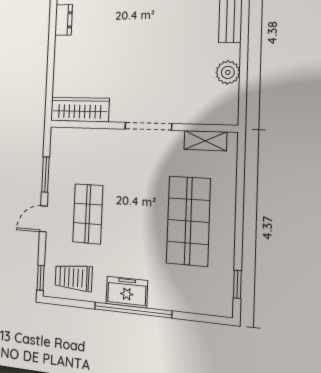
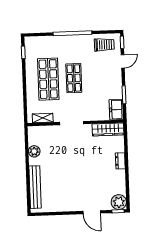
dresser: (64, 20) -> (120, 161), moved
shop shelf: (88, 214) -> (74, 78), moved
door: (43, 219) -> (123, 61), moved
freezer: (127, 292) -> (116, 110), moved, turned 90

